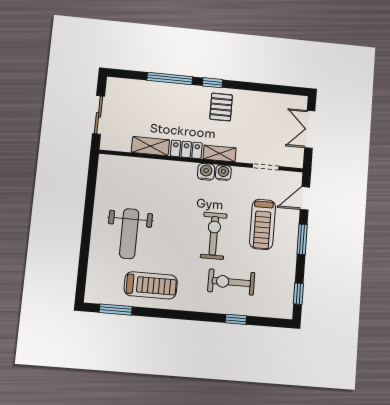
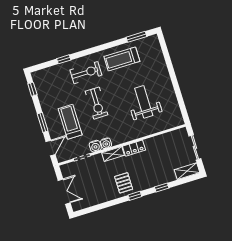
window: (170, 78) -> (162, 187), width x0.46
shelving: (150, 146) -> (187, 171), moved
water cooler: (206, 172) -> (95, 146), moved
weight bench: (129, 234) -> (144, 102), moved
exercise bike: (231, 282) -> (86, 73), moved

